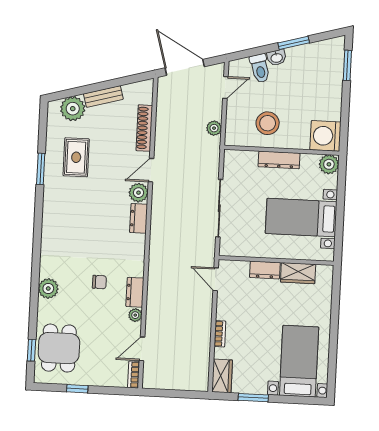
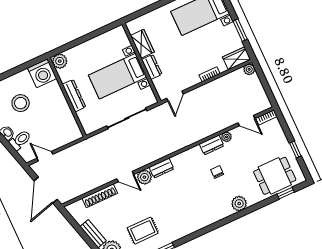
stool: (268, 123) -> (21, 103), moved
plant: (214, 128) -> (249, 69), moved
bed with nightstands: (301, 218) -> (118, 76), moved, turned 90

